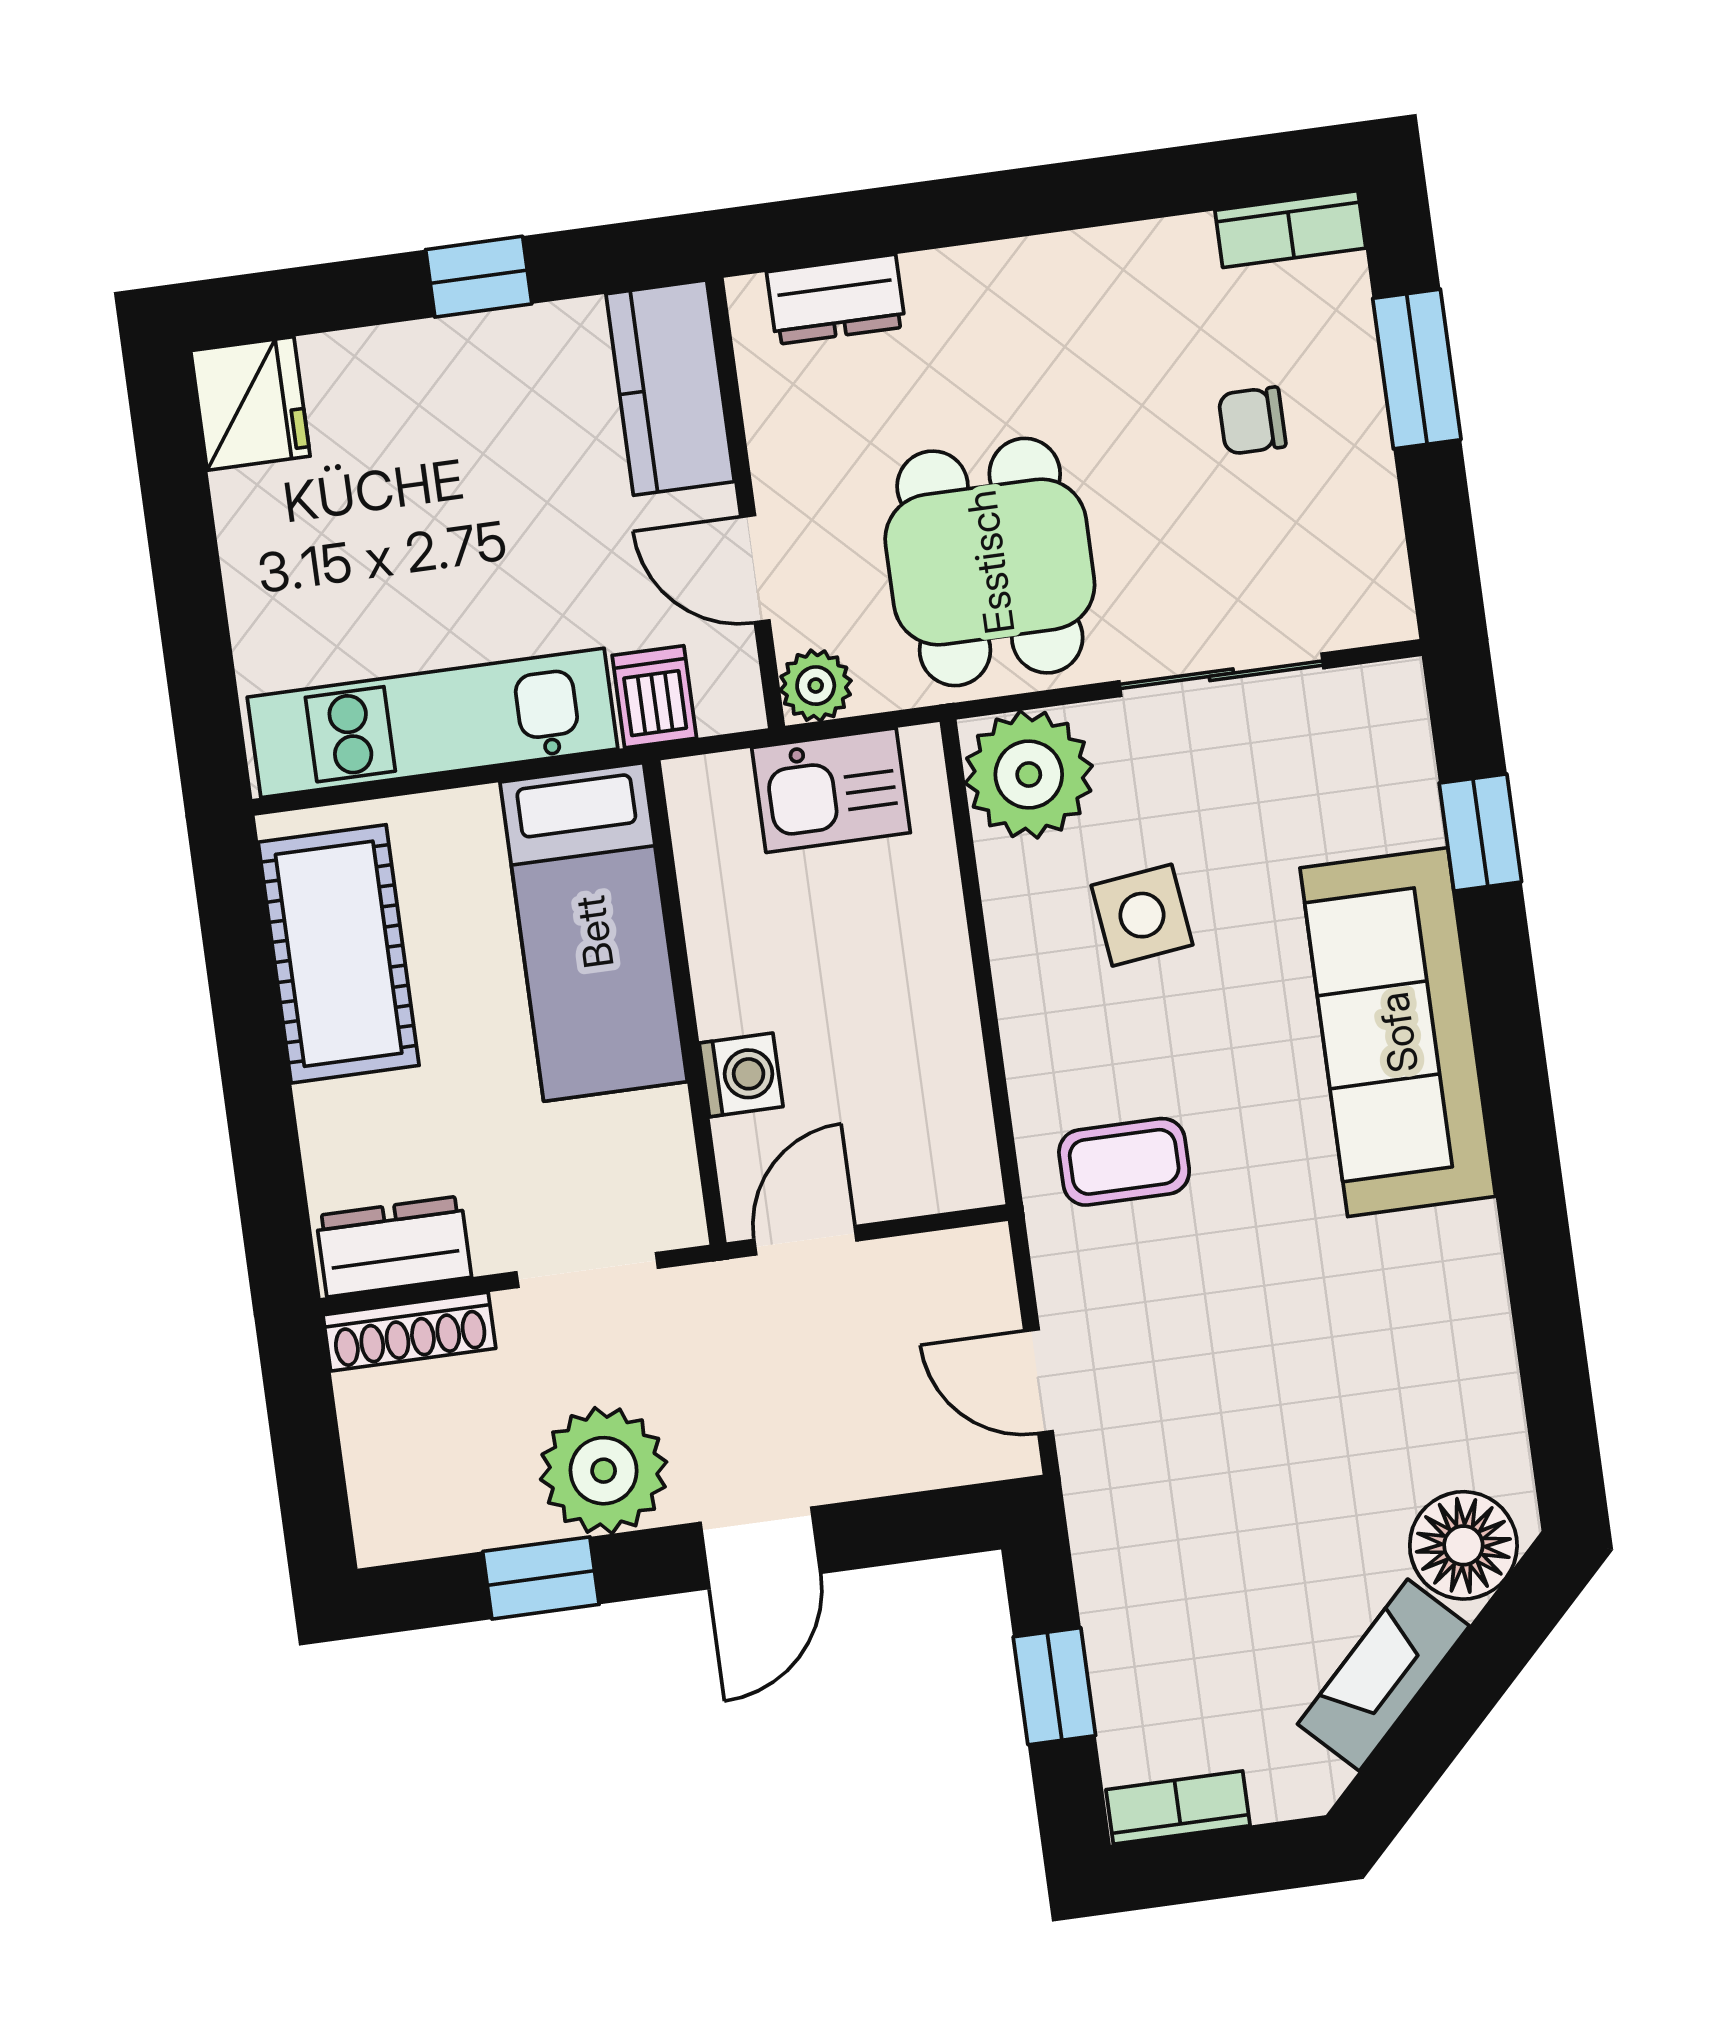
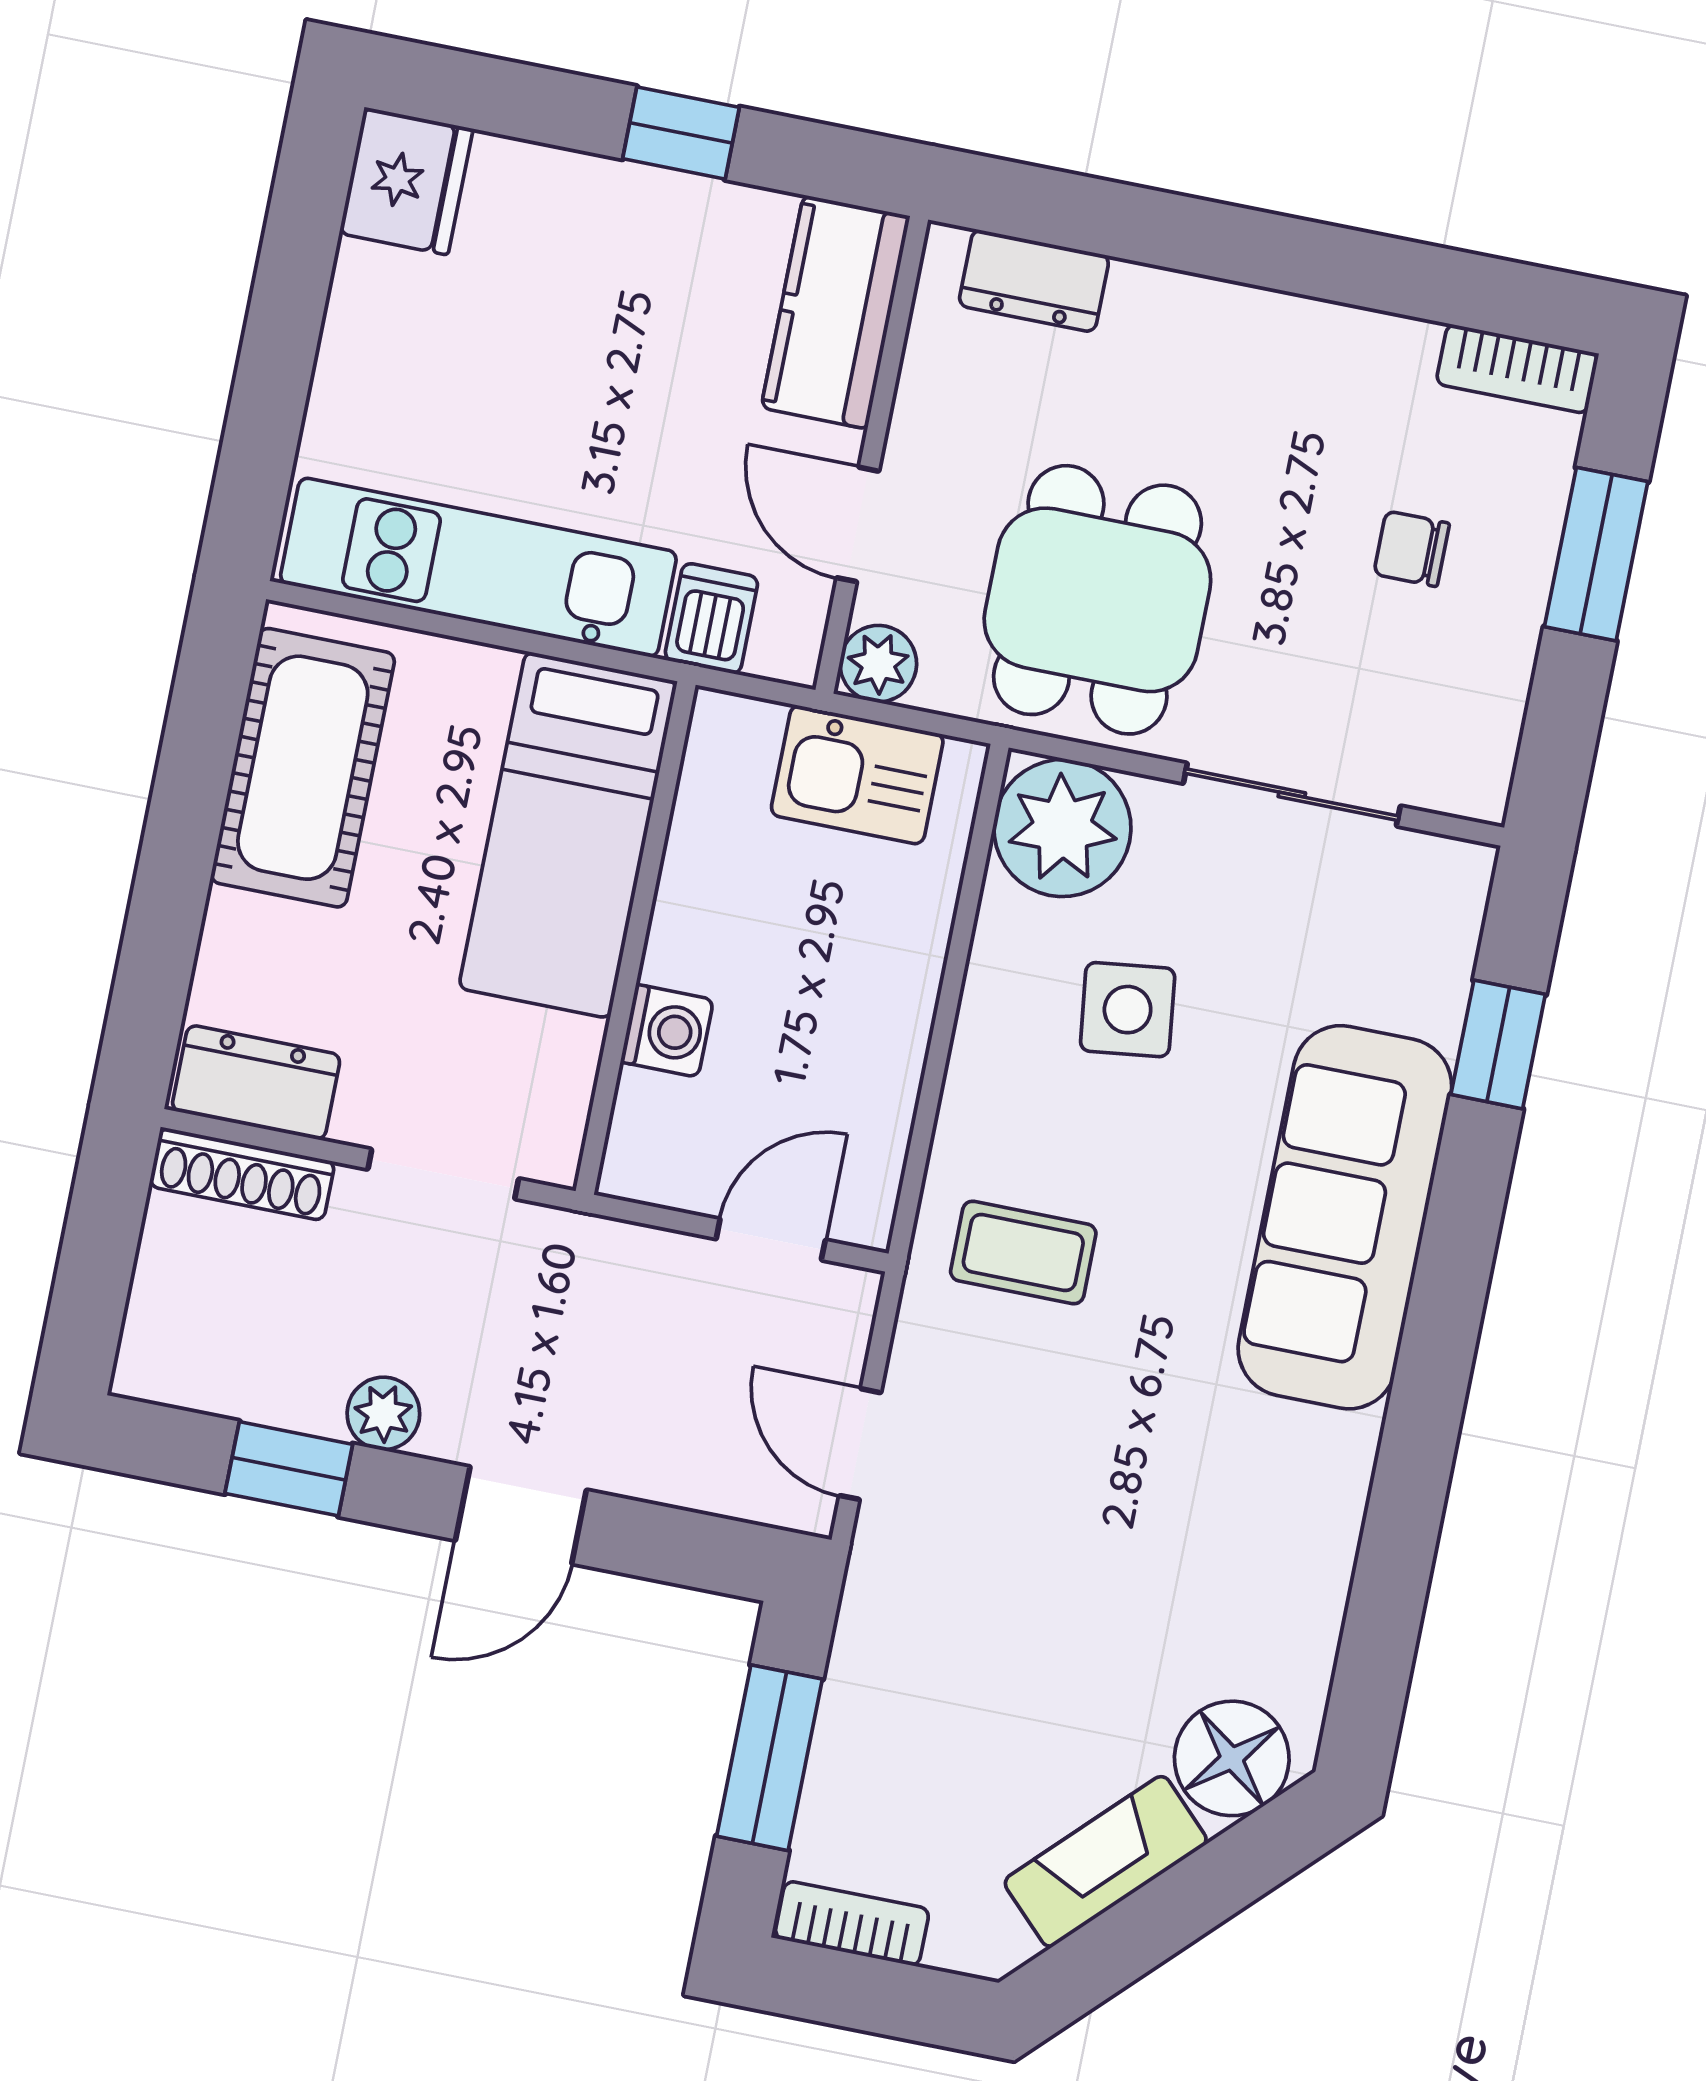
door: (805, 1240) -> (771, 1239), moved
plant: (604, 1471) -> (383, 1413), width x0.53, depth x0.53
window: (1054, 1686) -> (770, 1758), width x1.50

